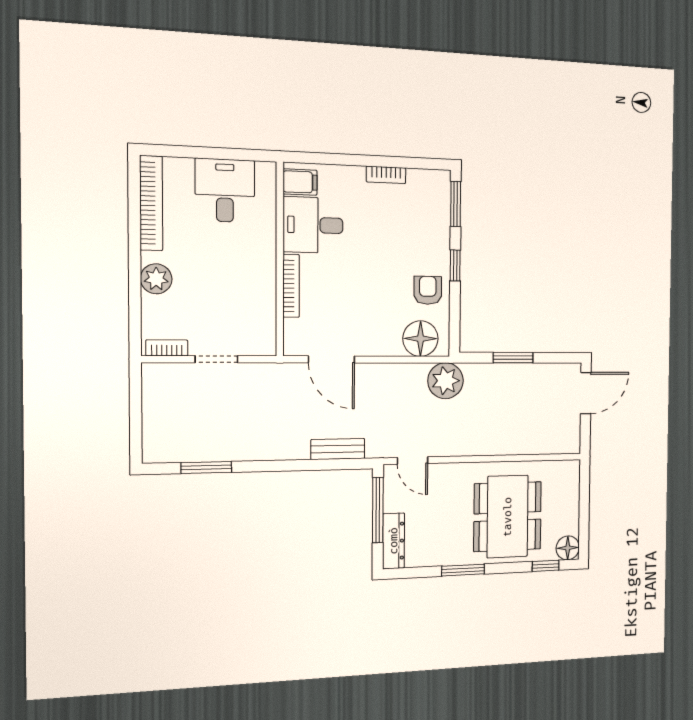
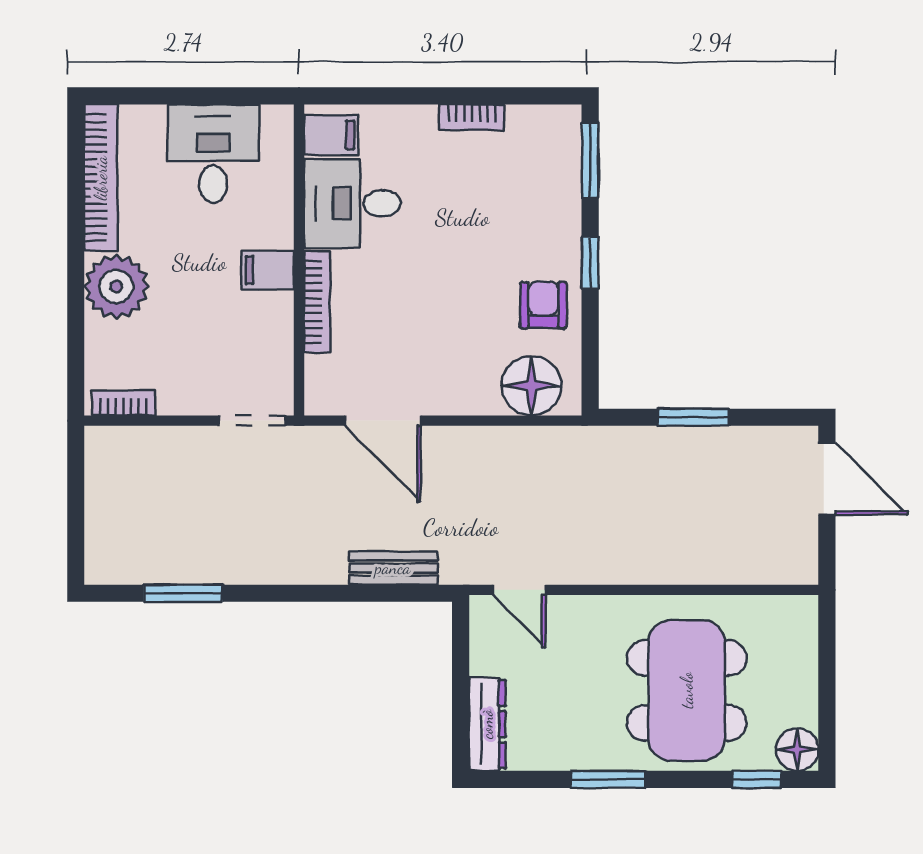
filing cabinet: (260, 265) -> (268, 270), added
plant: (156, 279) -> (116, 287), width x1.36, depth x1.36
doorway: (217, 359) -> (252, 421), moved
plant: (445, 381) -> (575, 456), removed
door: (586, 393) -> (827, 479), hinge flipped
window: (378, 510) -> (461, 671), removed

